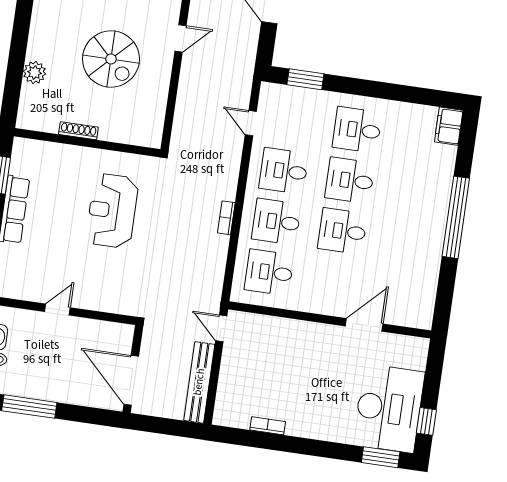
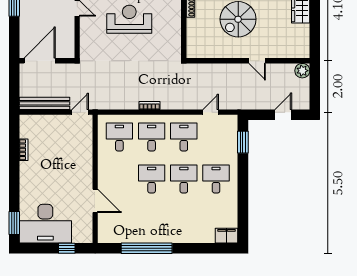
reception desk: (112, 211) -> (129, 19), moved
window: (456, 217) -> (147, 248), moved
window: (426, 421) -> (67, 248), moved

